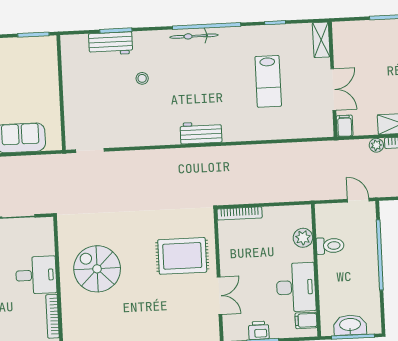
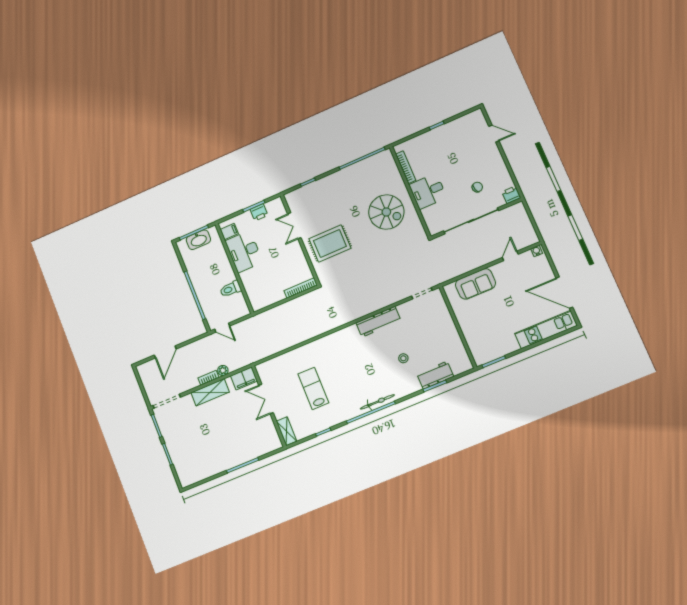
filing cabinet: (345, 126) -> (244, 378), width x2.00
workbench: (201, 133) -> (378, 322), moved, width x1.38
plant: (303, 238) -> (251, 287), removed

